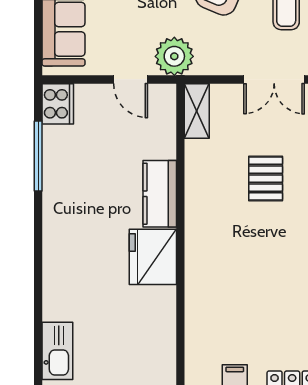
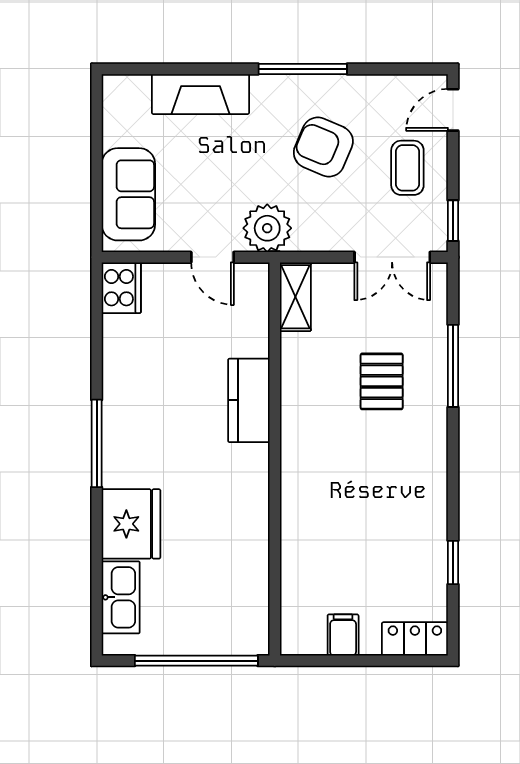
window: (38, 156) -> (97, 443), moved
fridge: (153, 257) -> (131, 524), moved, turned 180

